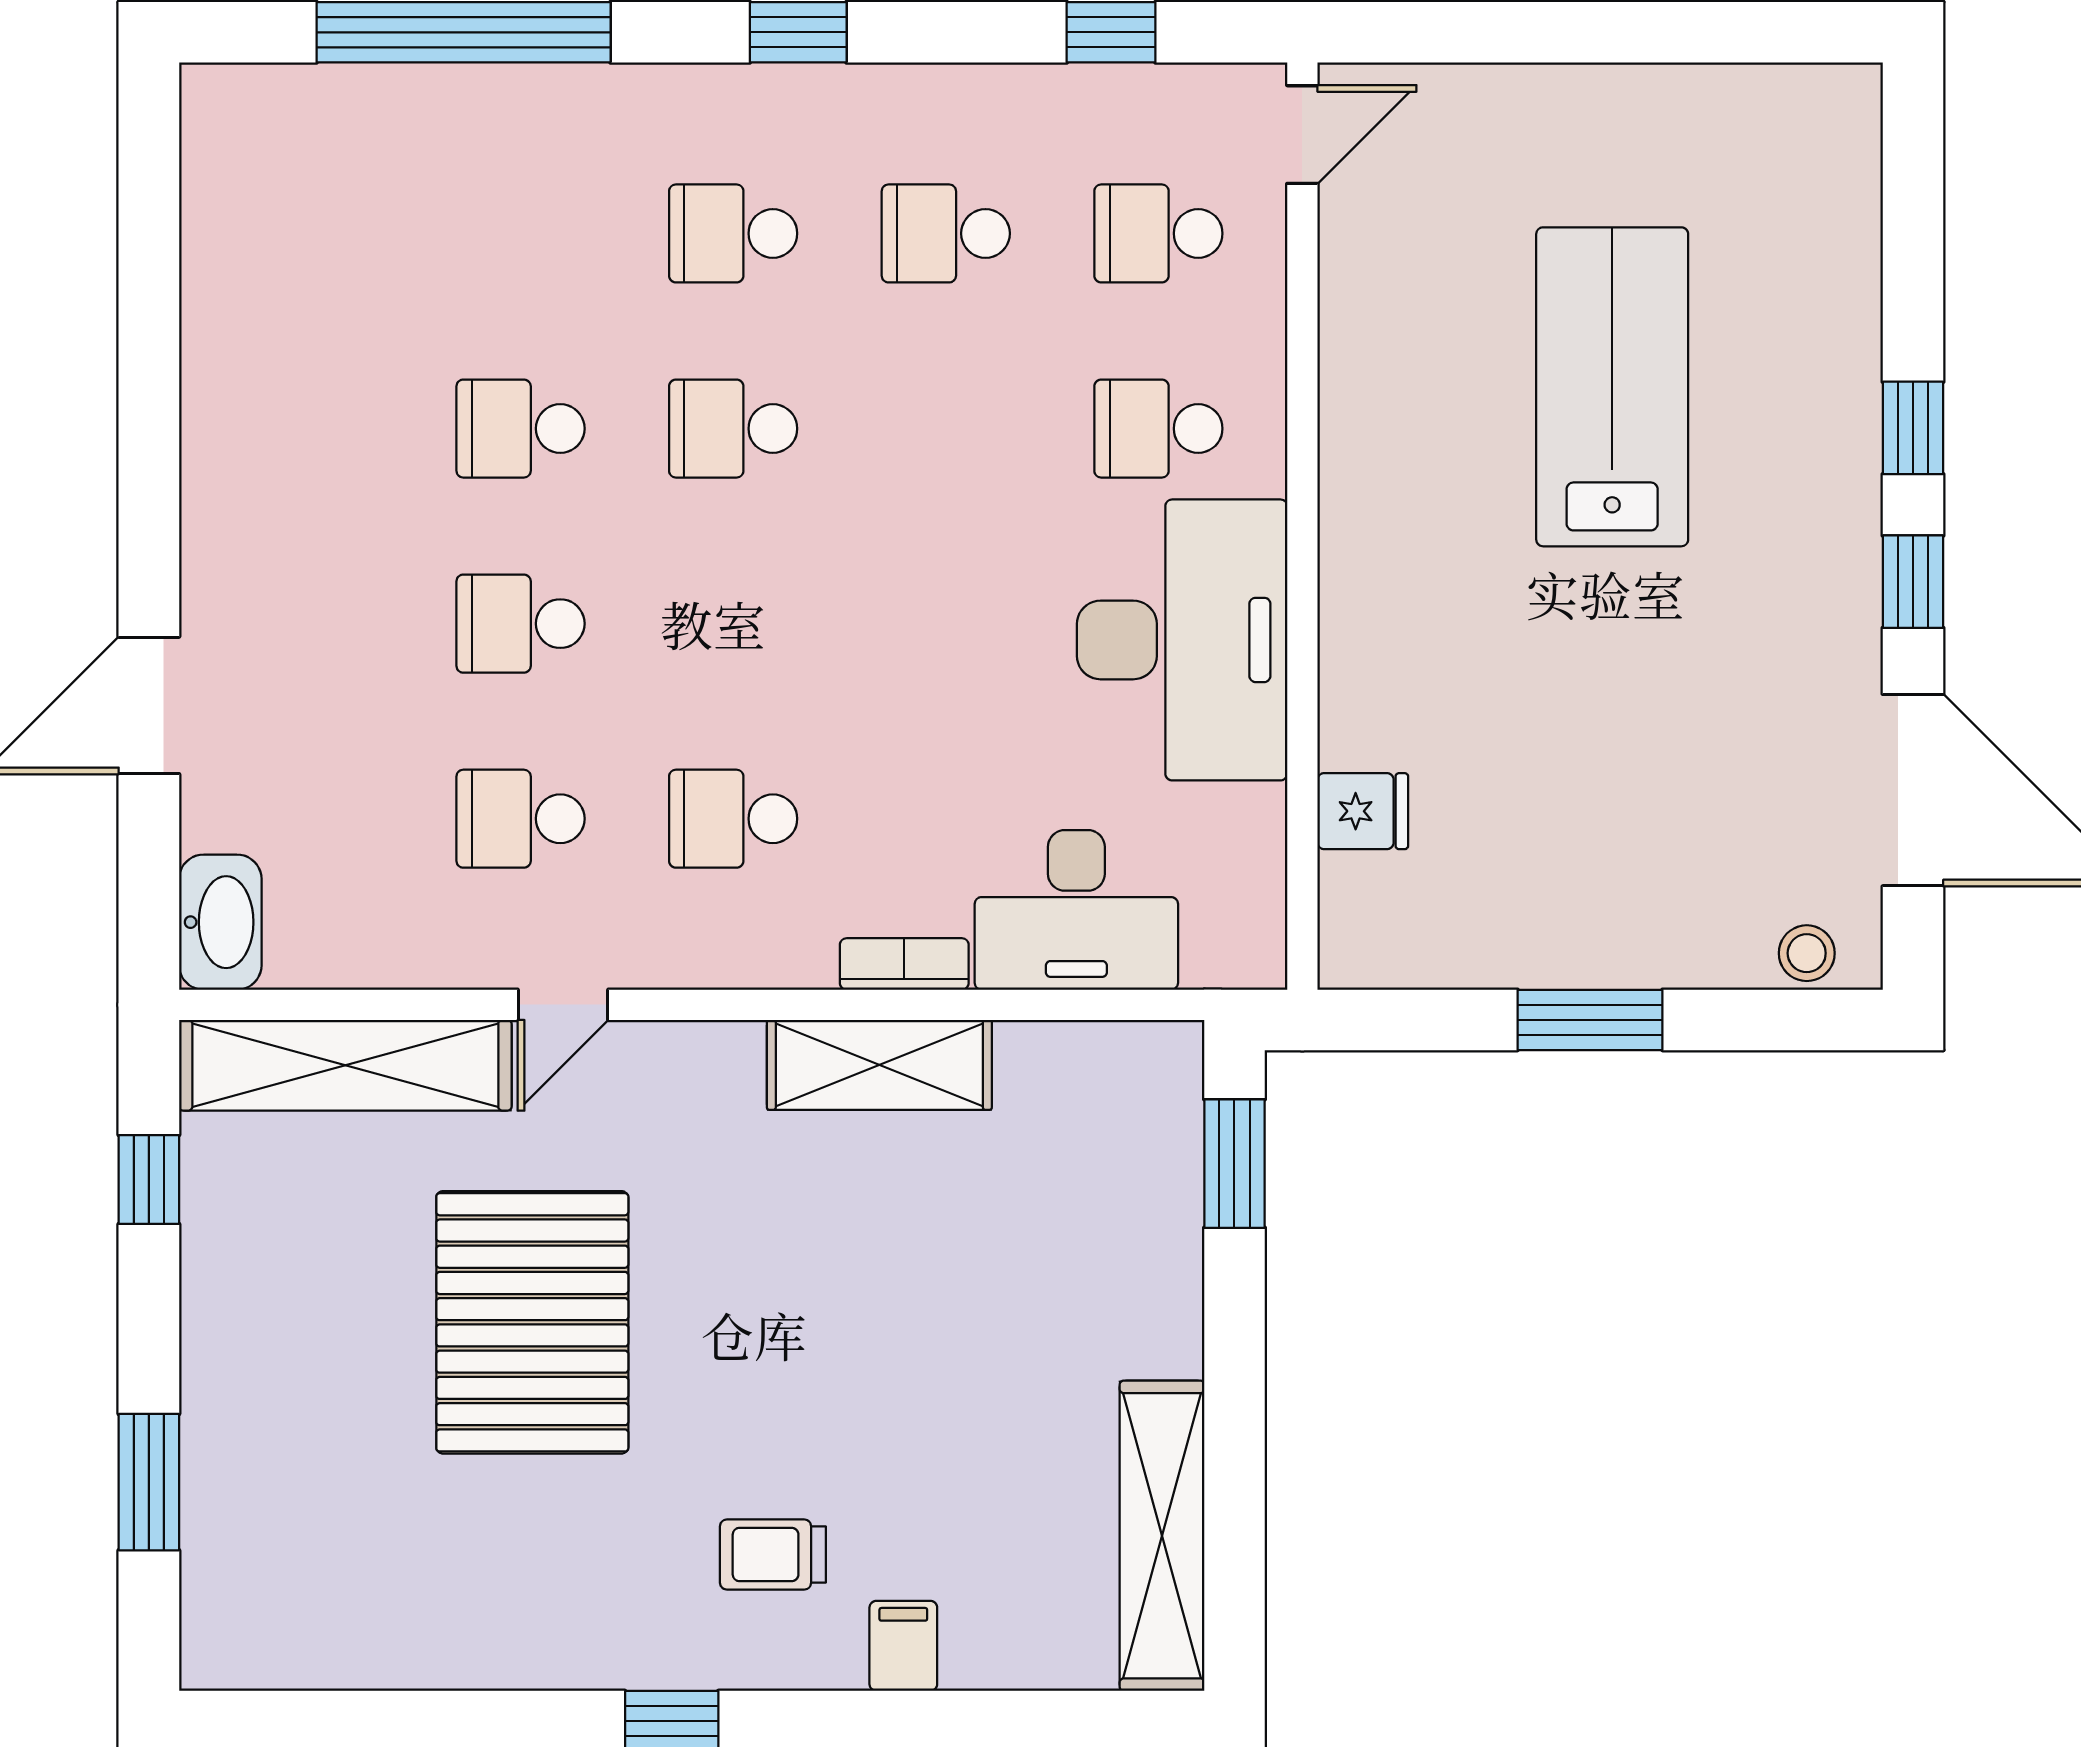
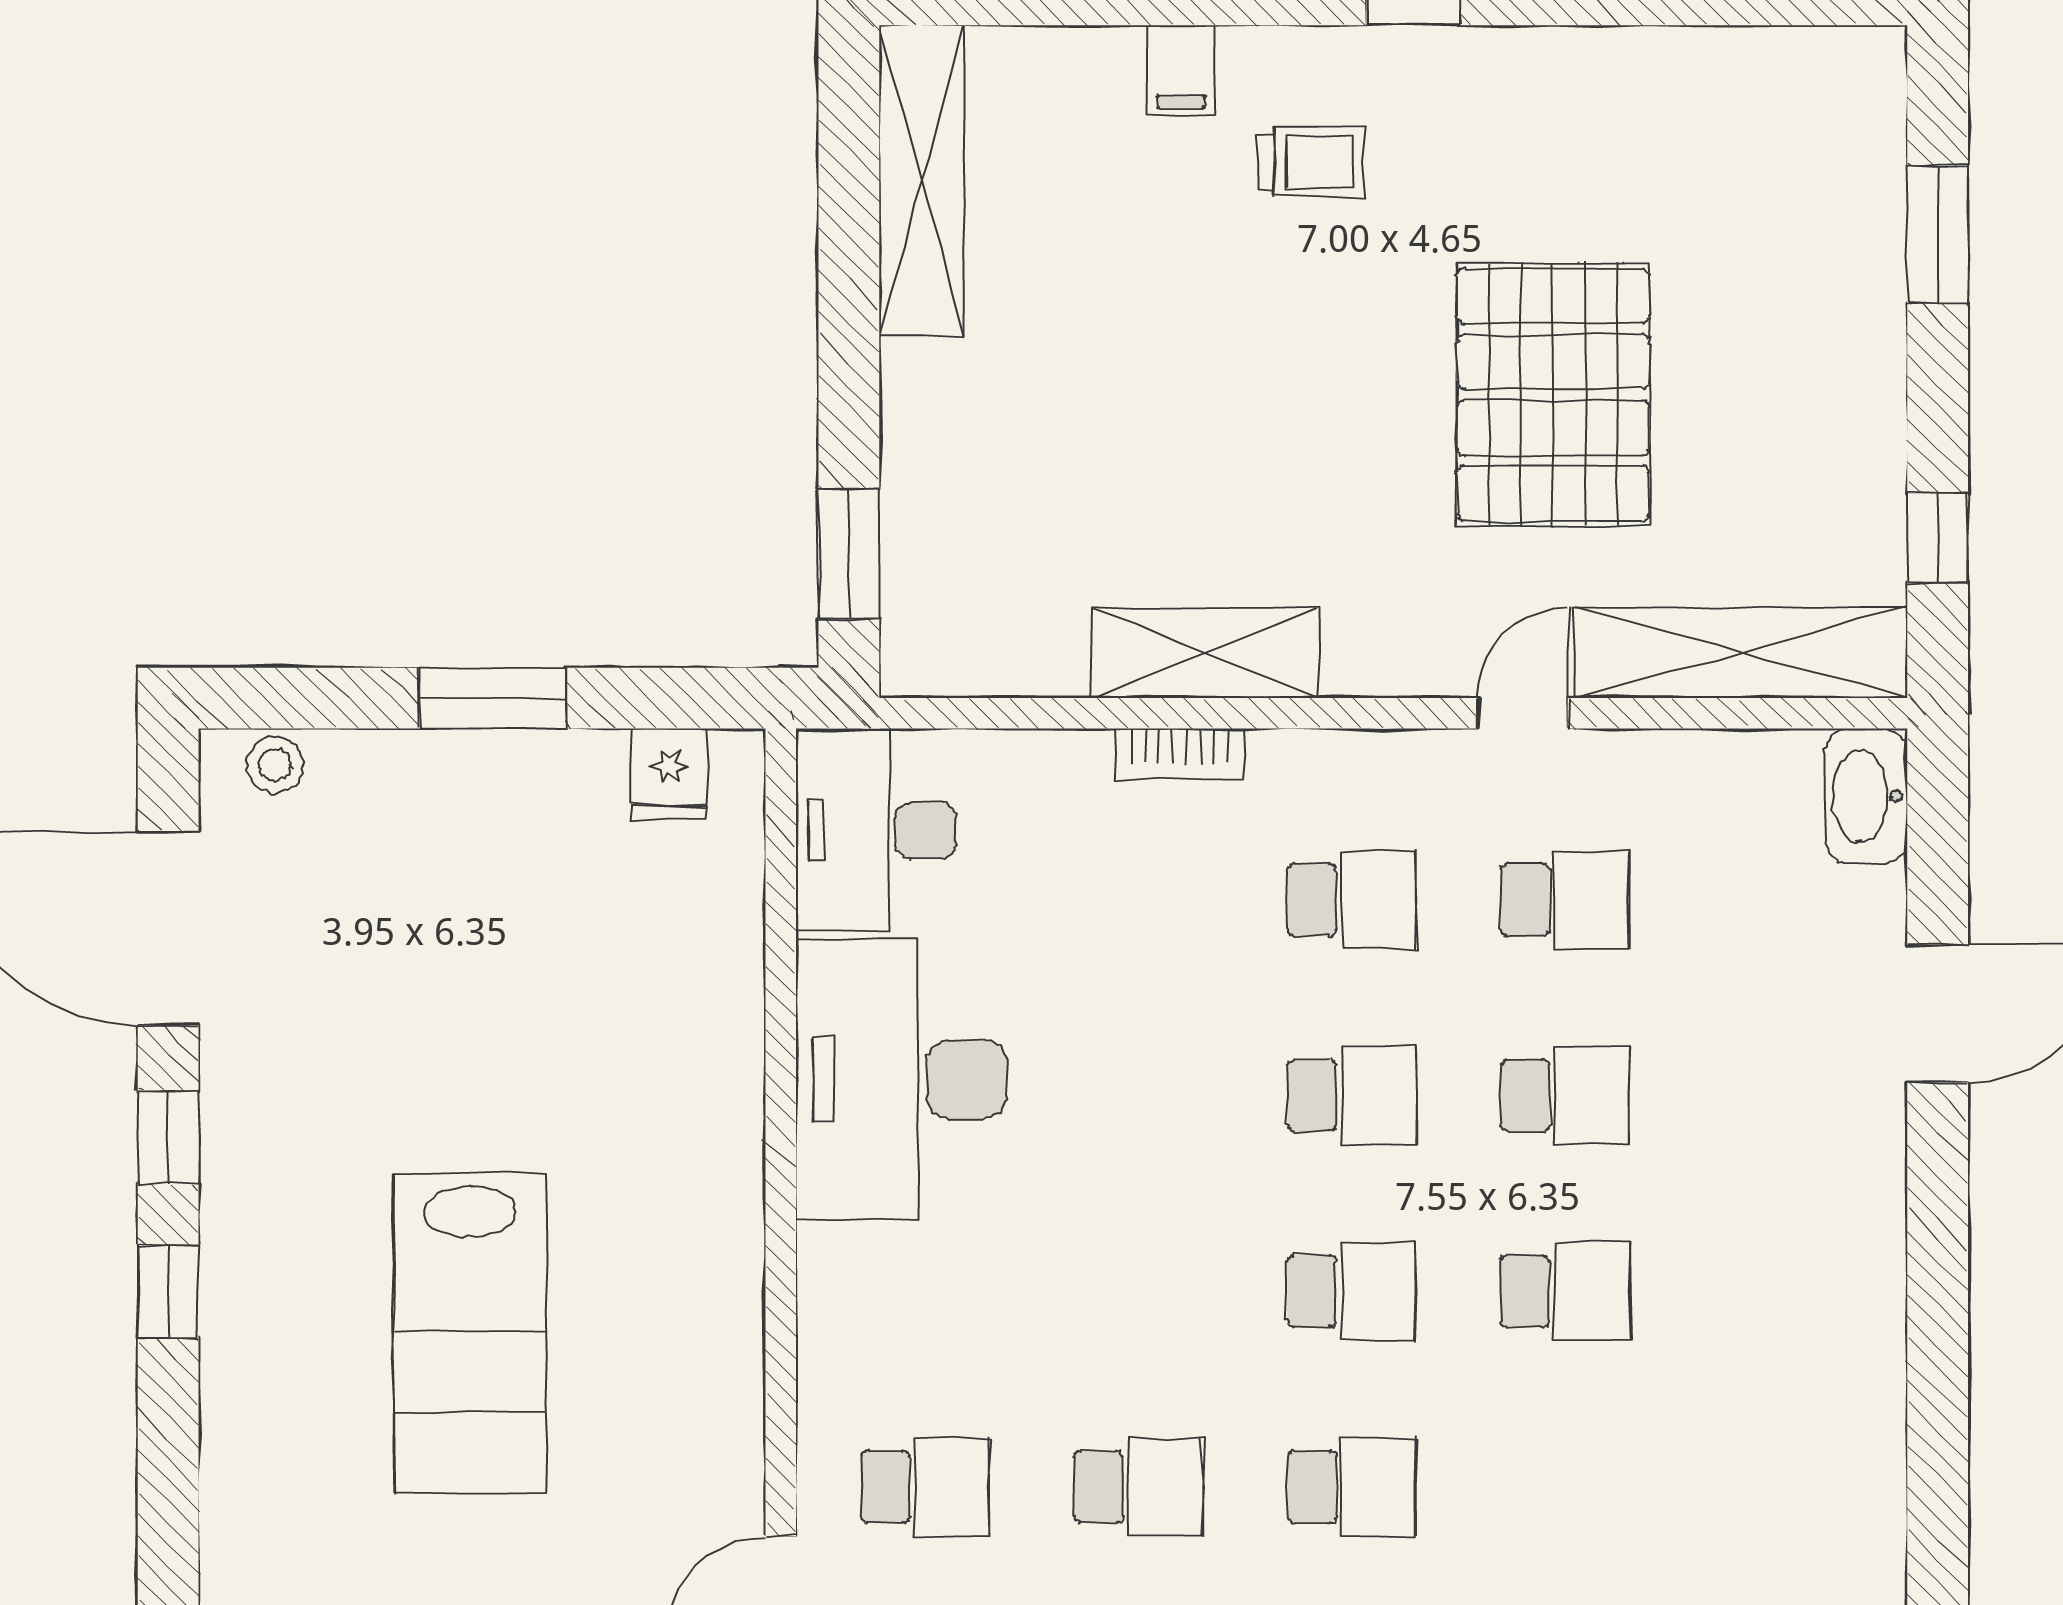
school desk: (1158, 429) -> (1352, 1096), moved
fridge: (1363, 811) -> (669, 774), moved, turned -90
desk: (1076, 910) -> (876, 830), moved, turned -90

